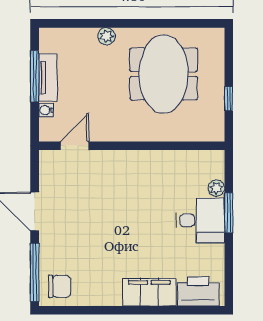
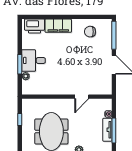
door: (75, 146) -> (82, 97), moved
chair: (60, 286) -> (90, 32), moved

